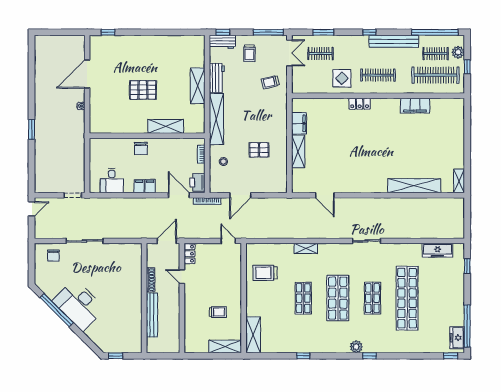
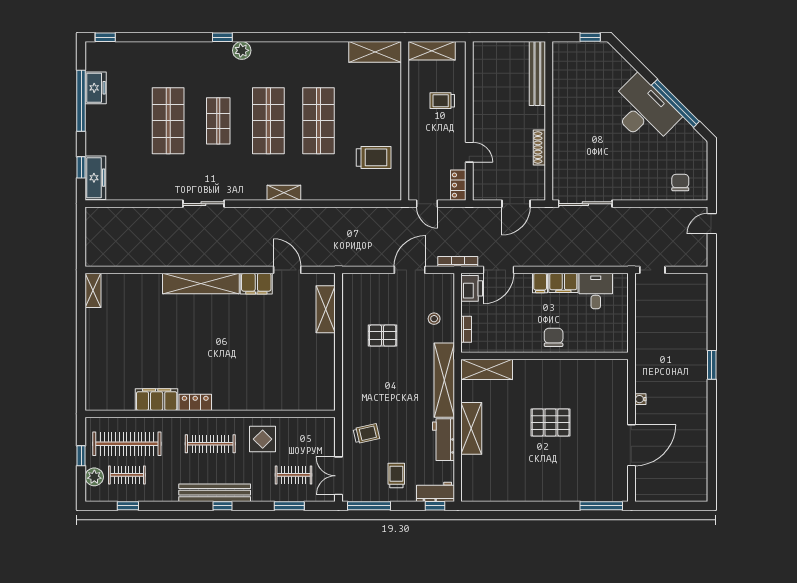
window: (108, 32) -> (601, 506), width x2.17
window: (435, 32) -> (128, 506), width x0.32
bench: (394, 41) -> (215, 493), moved
locker: (360, 104) -> (195, 402), moved
filing cabinet: (299, 123) -> (256, 284), moved, turned -90
shelving: (166, 126) -> (487, 369), moved
shelving: (298, 152) -> (326, 309), moved
filing cabinet: (139, 186) -> (563, 283), width x2.00
shelving: (414, 186) -> (201, 284), moved
door: (179, 195) -> (498, 270), hinge flipped
door: (32, 209) -> (712, 224), moved
sliding door: (84, 241) -> (585, 204), moved
sliding door: (367, 241) -> (203, 204), moved
shelving: (306, 248) -> (284, 193), moved
freezer: (437, 250) -> (95, 178), moved, turned 90
locker: (190, 254) -> (458, 185), moved
door: (182, 277) -> (469, 152), moved
wall: (182, 298) -> (469, 121), moved
shop shelf: (303, 298) -> (318, 121), width x1.43, depth x1.36
shop shelf: (407, 298) -> (168, 121), width x0.71
bench: (152, 315) -> (537, 73), moved
window: (467, 326) -> (81, 101), moved
shelving: (253, 335) -> (375, 52), moved, turned 90
freezer: (457, 338) -> (96, 88), moved
window: (303, 356) -> (318, 37), removed

